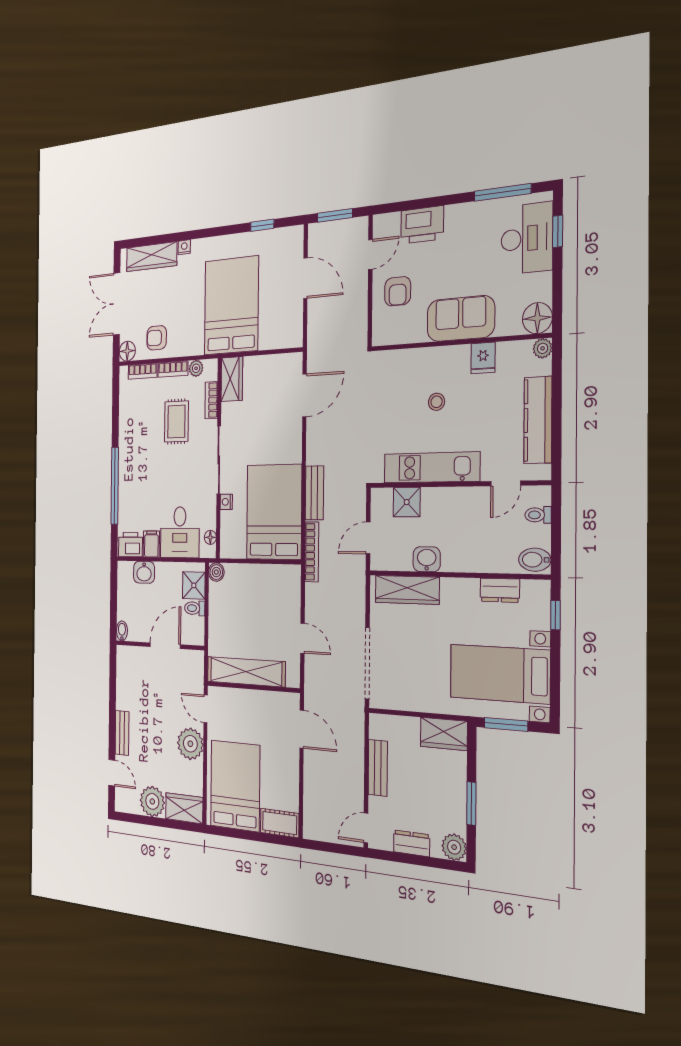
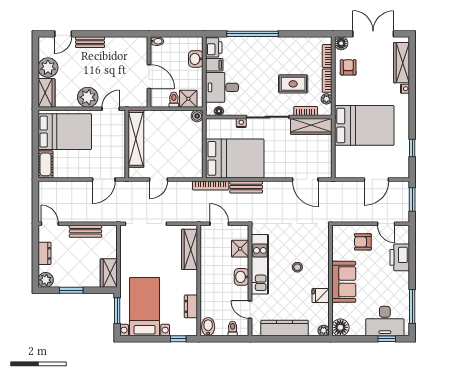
wardrobe: (232, 379) -> (311, 126), width x1.50
washbasin: (427, 559) -> (242, 277), moved, turned 180

